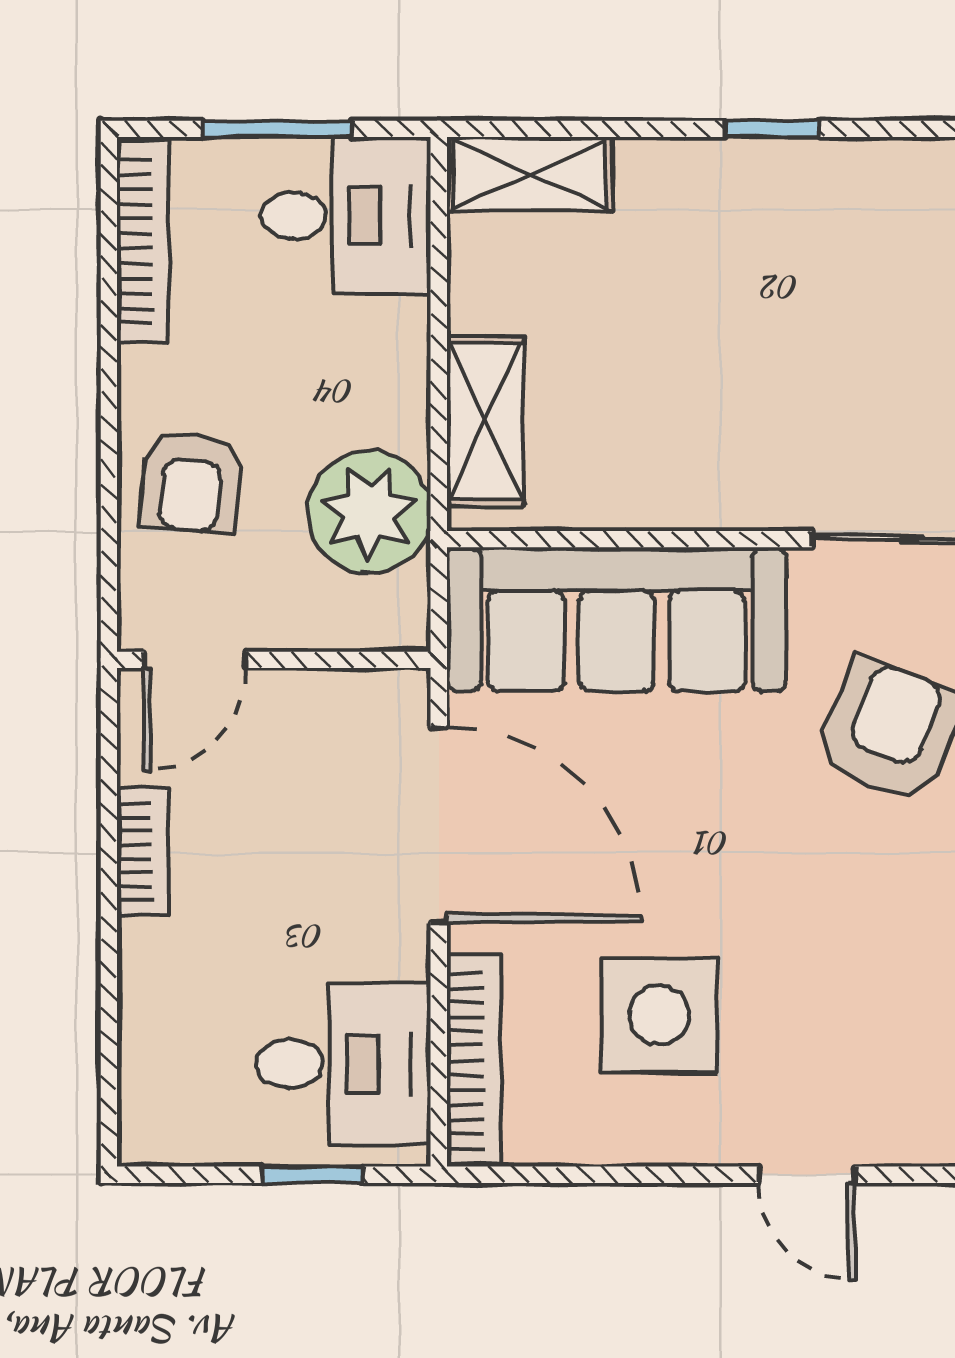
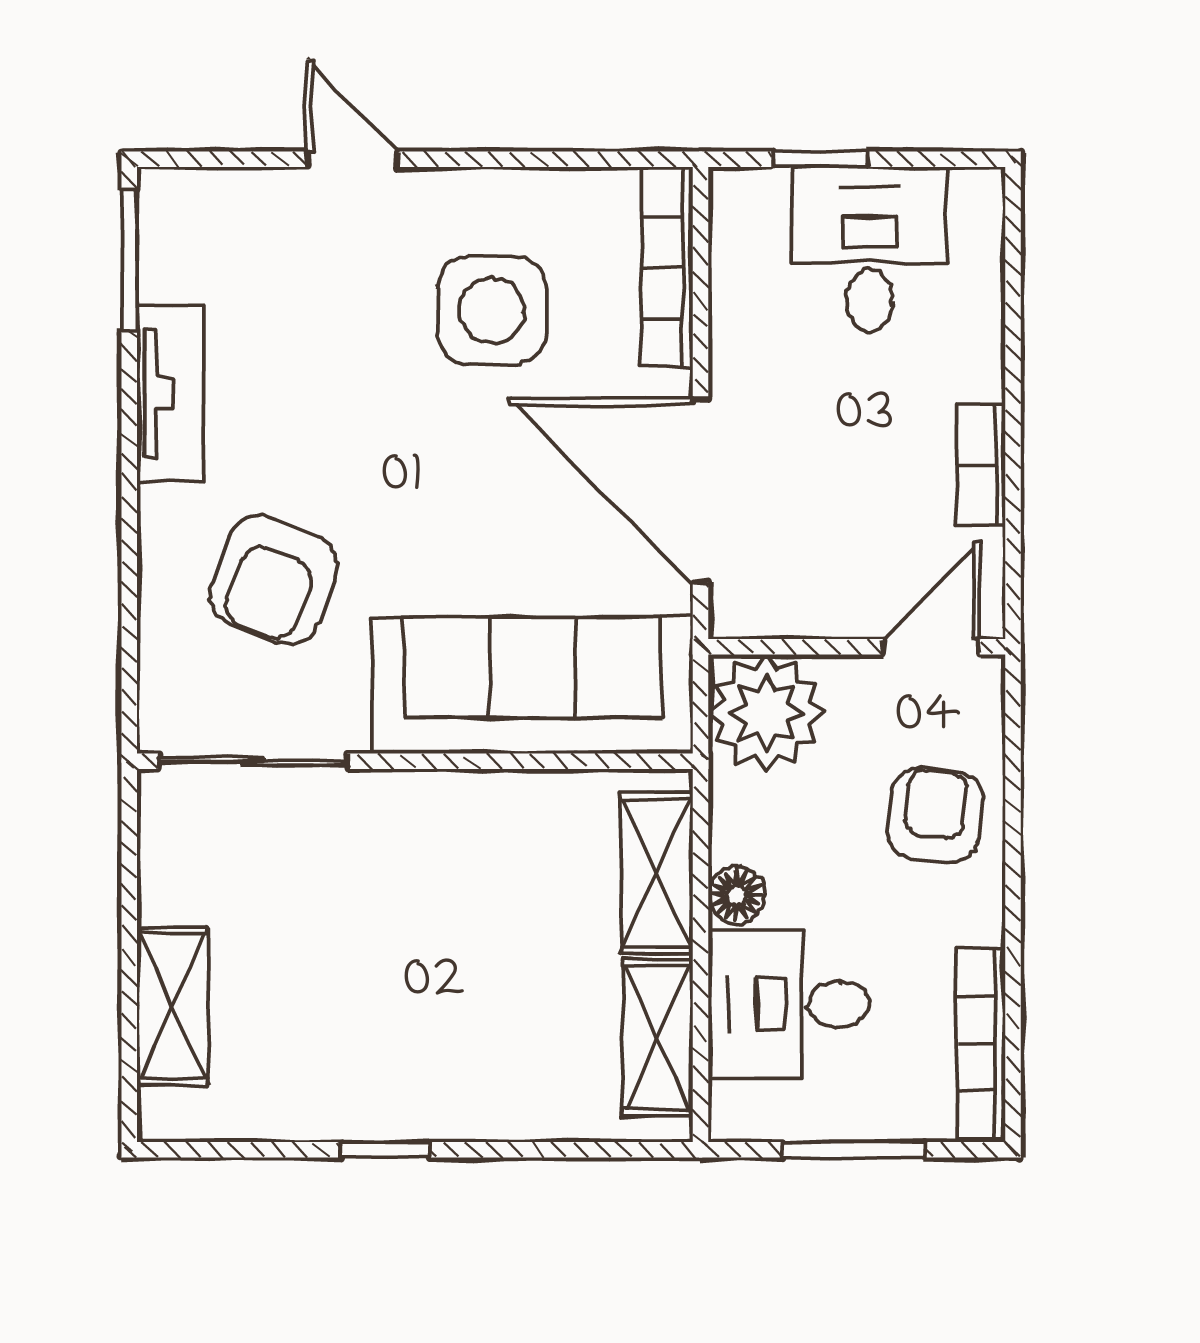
shelving: (530, 174) -> (658, 1038), moved, turned 90
desk: (346, 216) -> (789, 1004), moved
floor lamp: (401, 398) -> (737, 895), added
plant: (369, 512) -> (766, 713), moved
desk: (344, 1064) -> (869, 249), moved, turned 90

